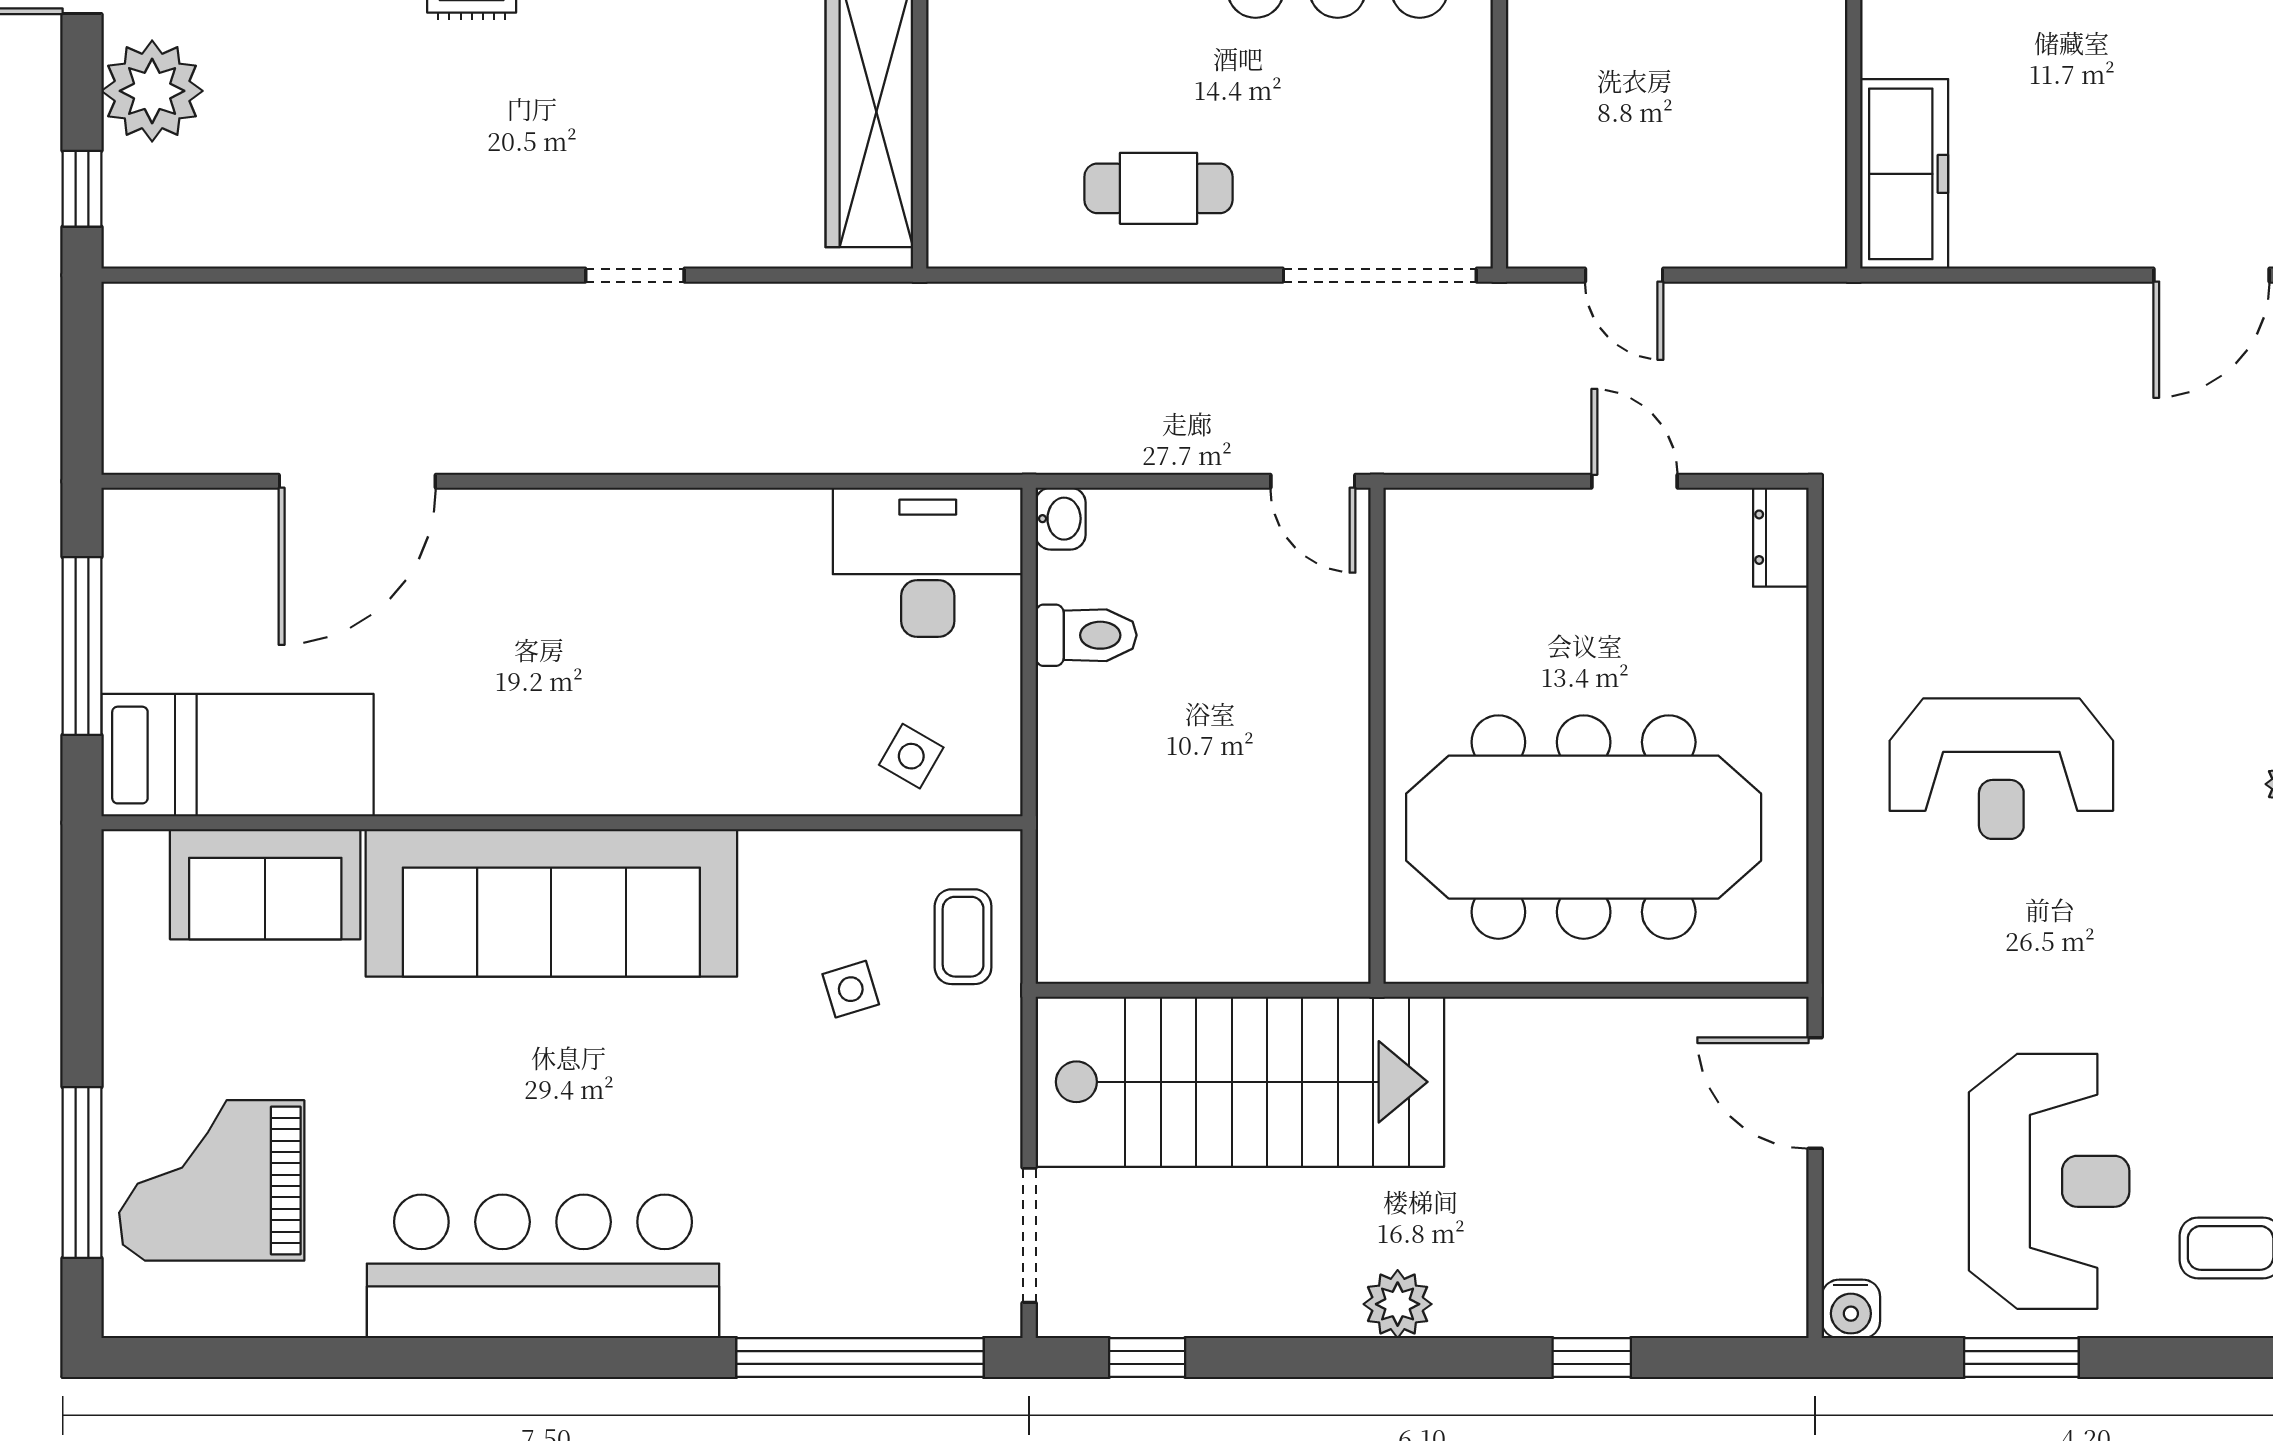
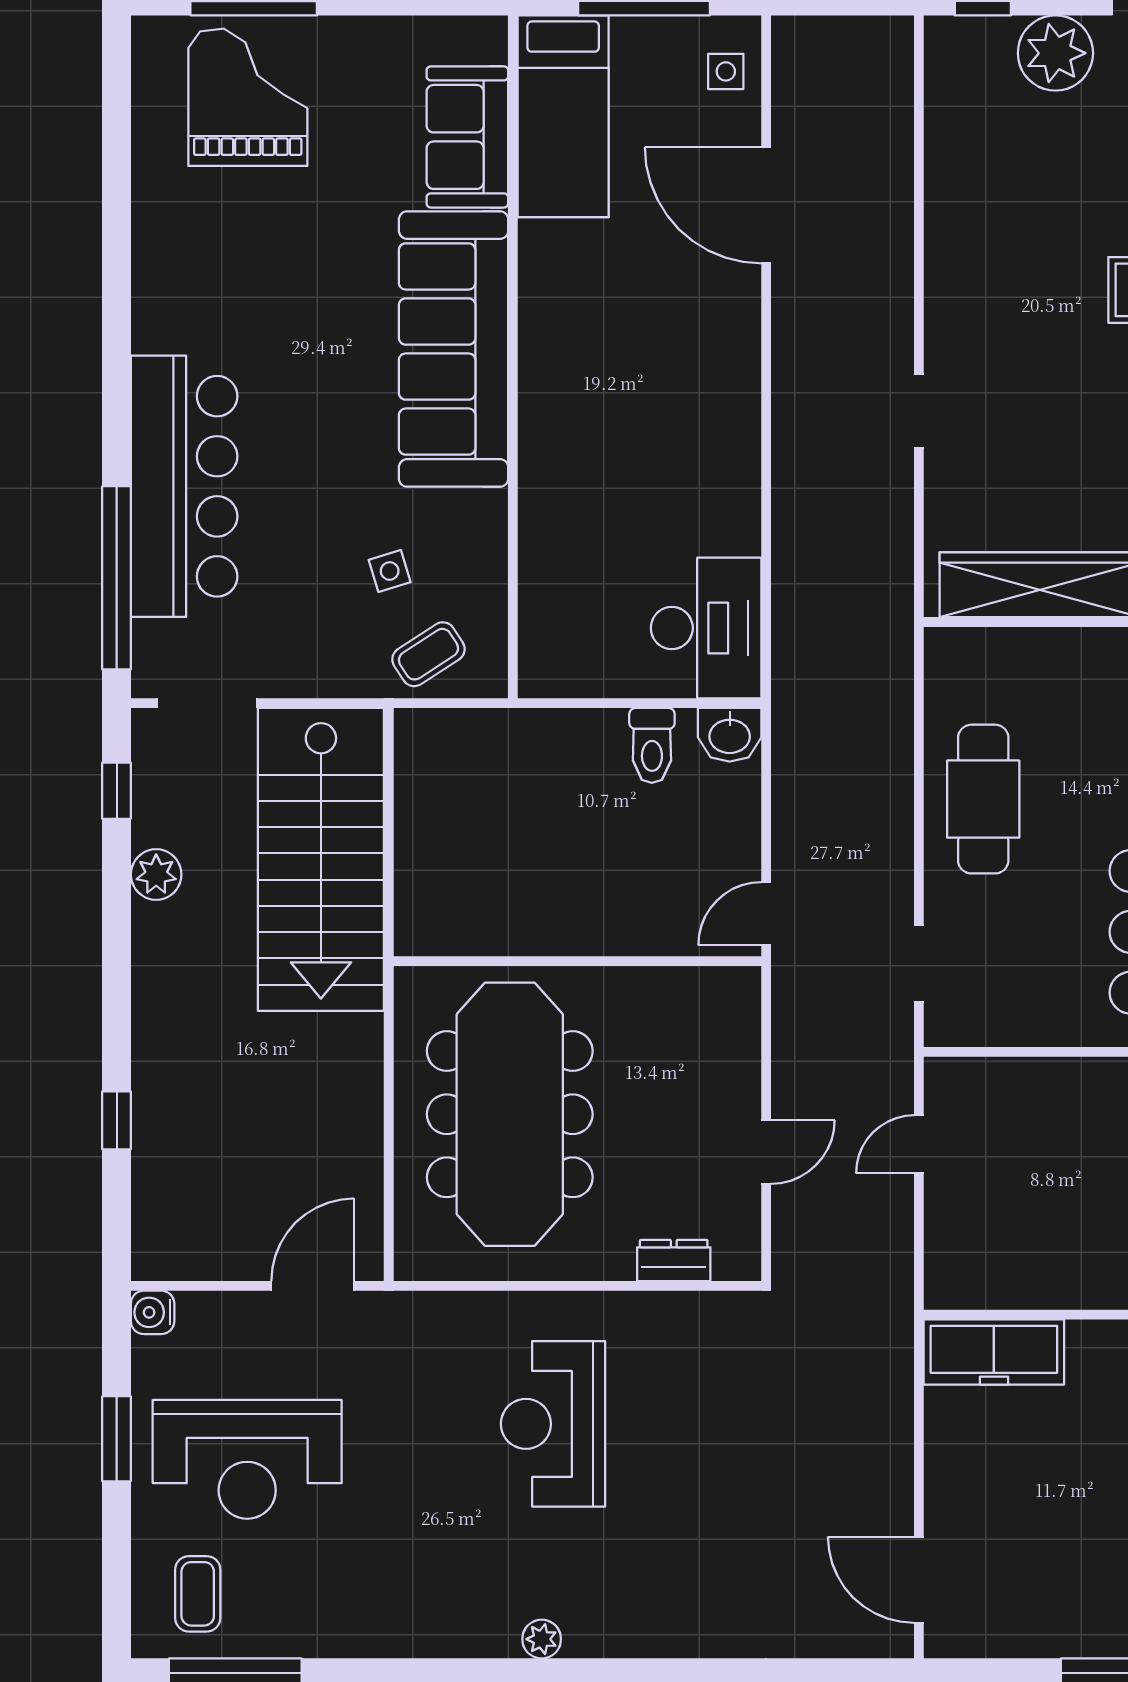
cafe table: (1158, 188) -> (983, 799), width x1.37, depth x1.35
doorway: (1380, 275) -> (919, 963), width x0.53
washbasin: (1061, 519) -> (730, 735), width x1.38, depth x1.45
dresser: (1781, 537) -> (674, 1260), moved
side table: (911, 756) -> (726, 71), moved, turned -30
coffee table: (963, 937) -> (428, 654), turned -33
bar counter: (543, 1266) -> (184, 486), moved
plant: (1398, 1304) -> (156, 875), moved

